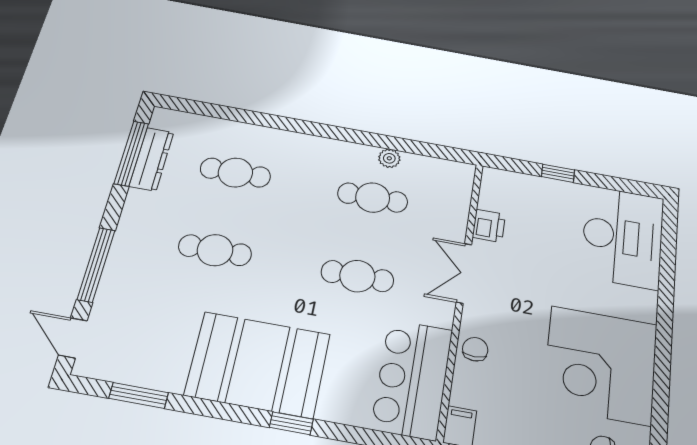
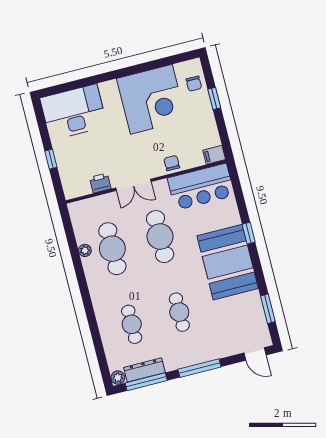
plant: (163, 118) -> (118, 378), added
cafe table: (373, 198) -> (112, 249), width x1.37, depth x1.35
window: (96, 265) -> (199, 368), moved
cafe table: (357, 276) -> (160, 237), width x1.37, depth x1.35
door: (73, 338) -> (255, 354), hinge flipped
chair: (475, 349) -> (172, 163), turned 90

